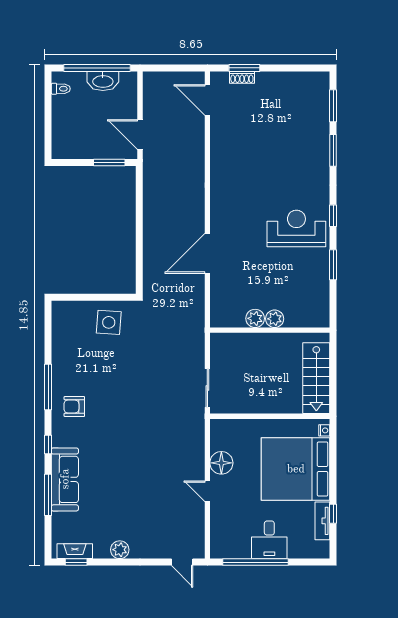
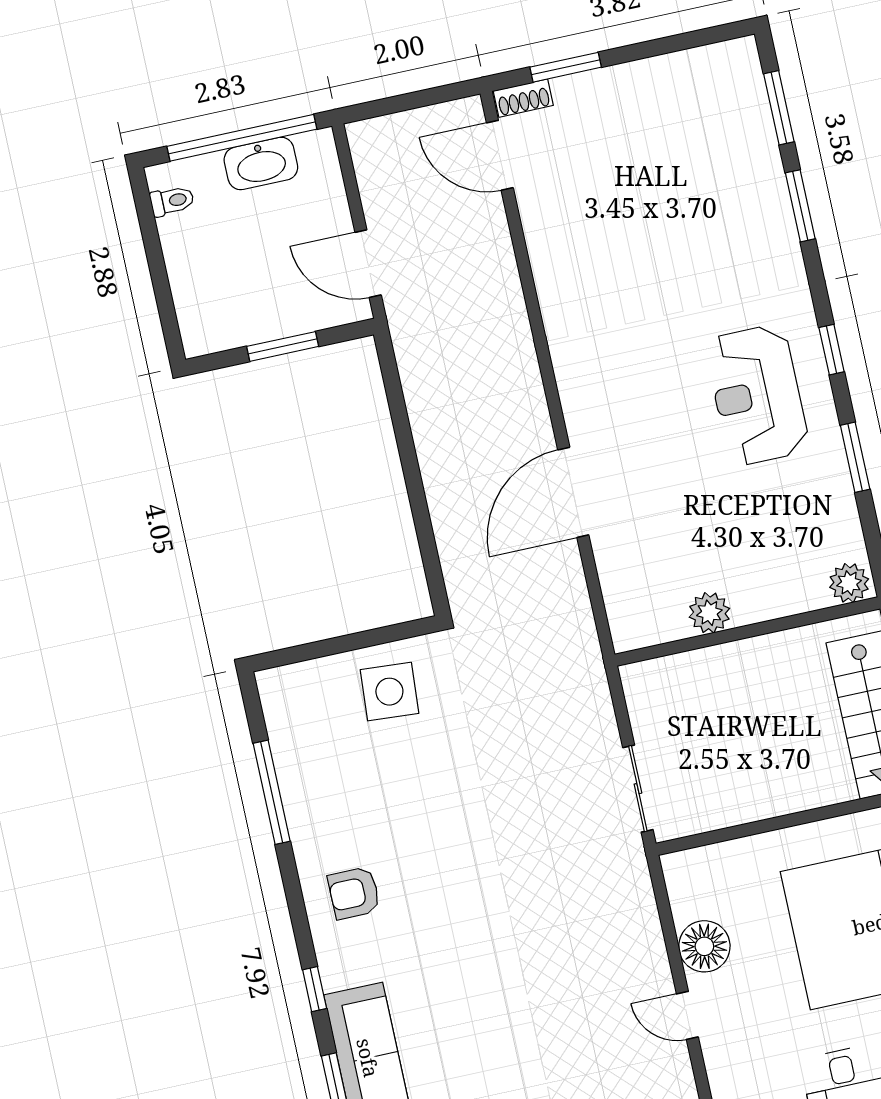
shoe rack: (242, 77) -> (523, 98), moved
window: (109, 162) -> (283, 346), moved
reception desk: (296, 228) -> (757, 395), turned -90
plant: (275, 319) -> (849, 583), moved
window: (48, 387) -> (272, 792), moved

